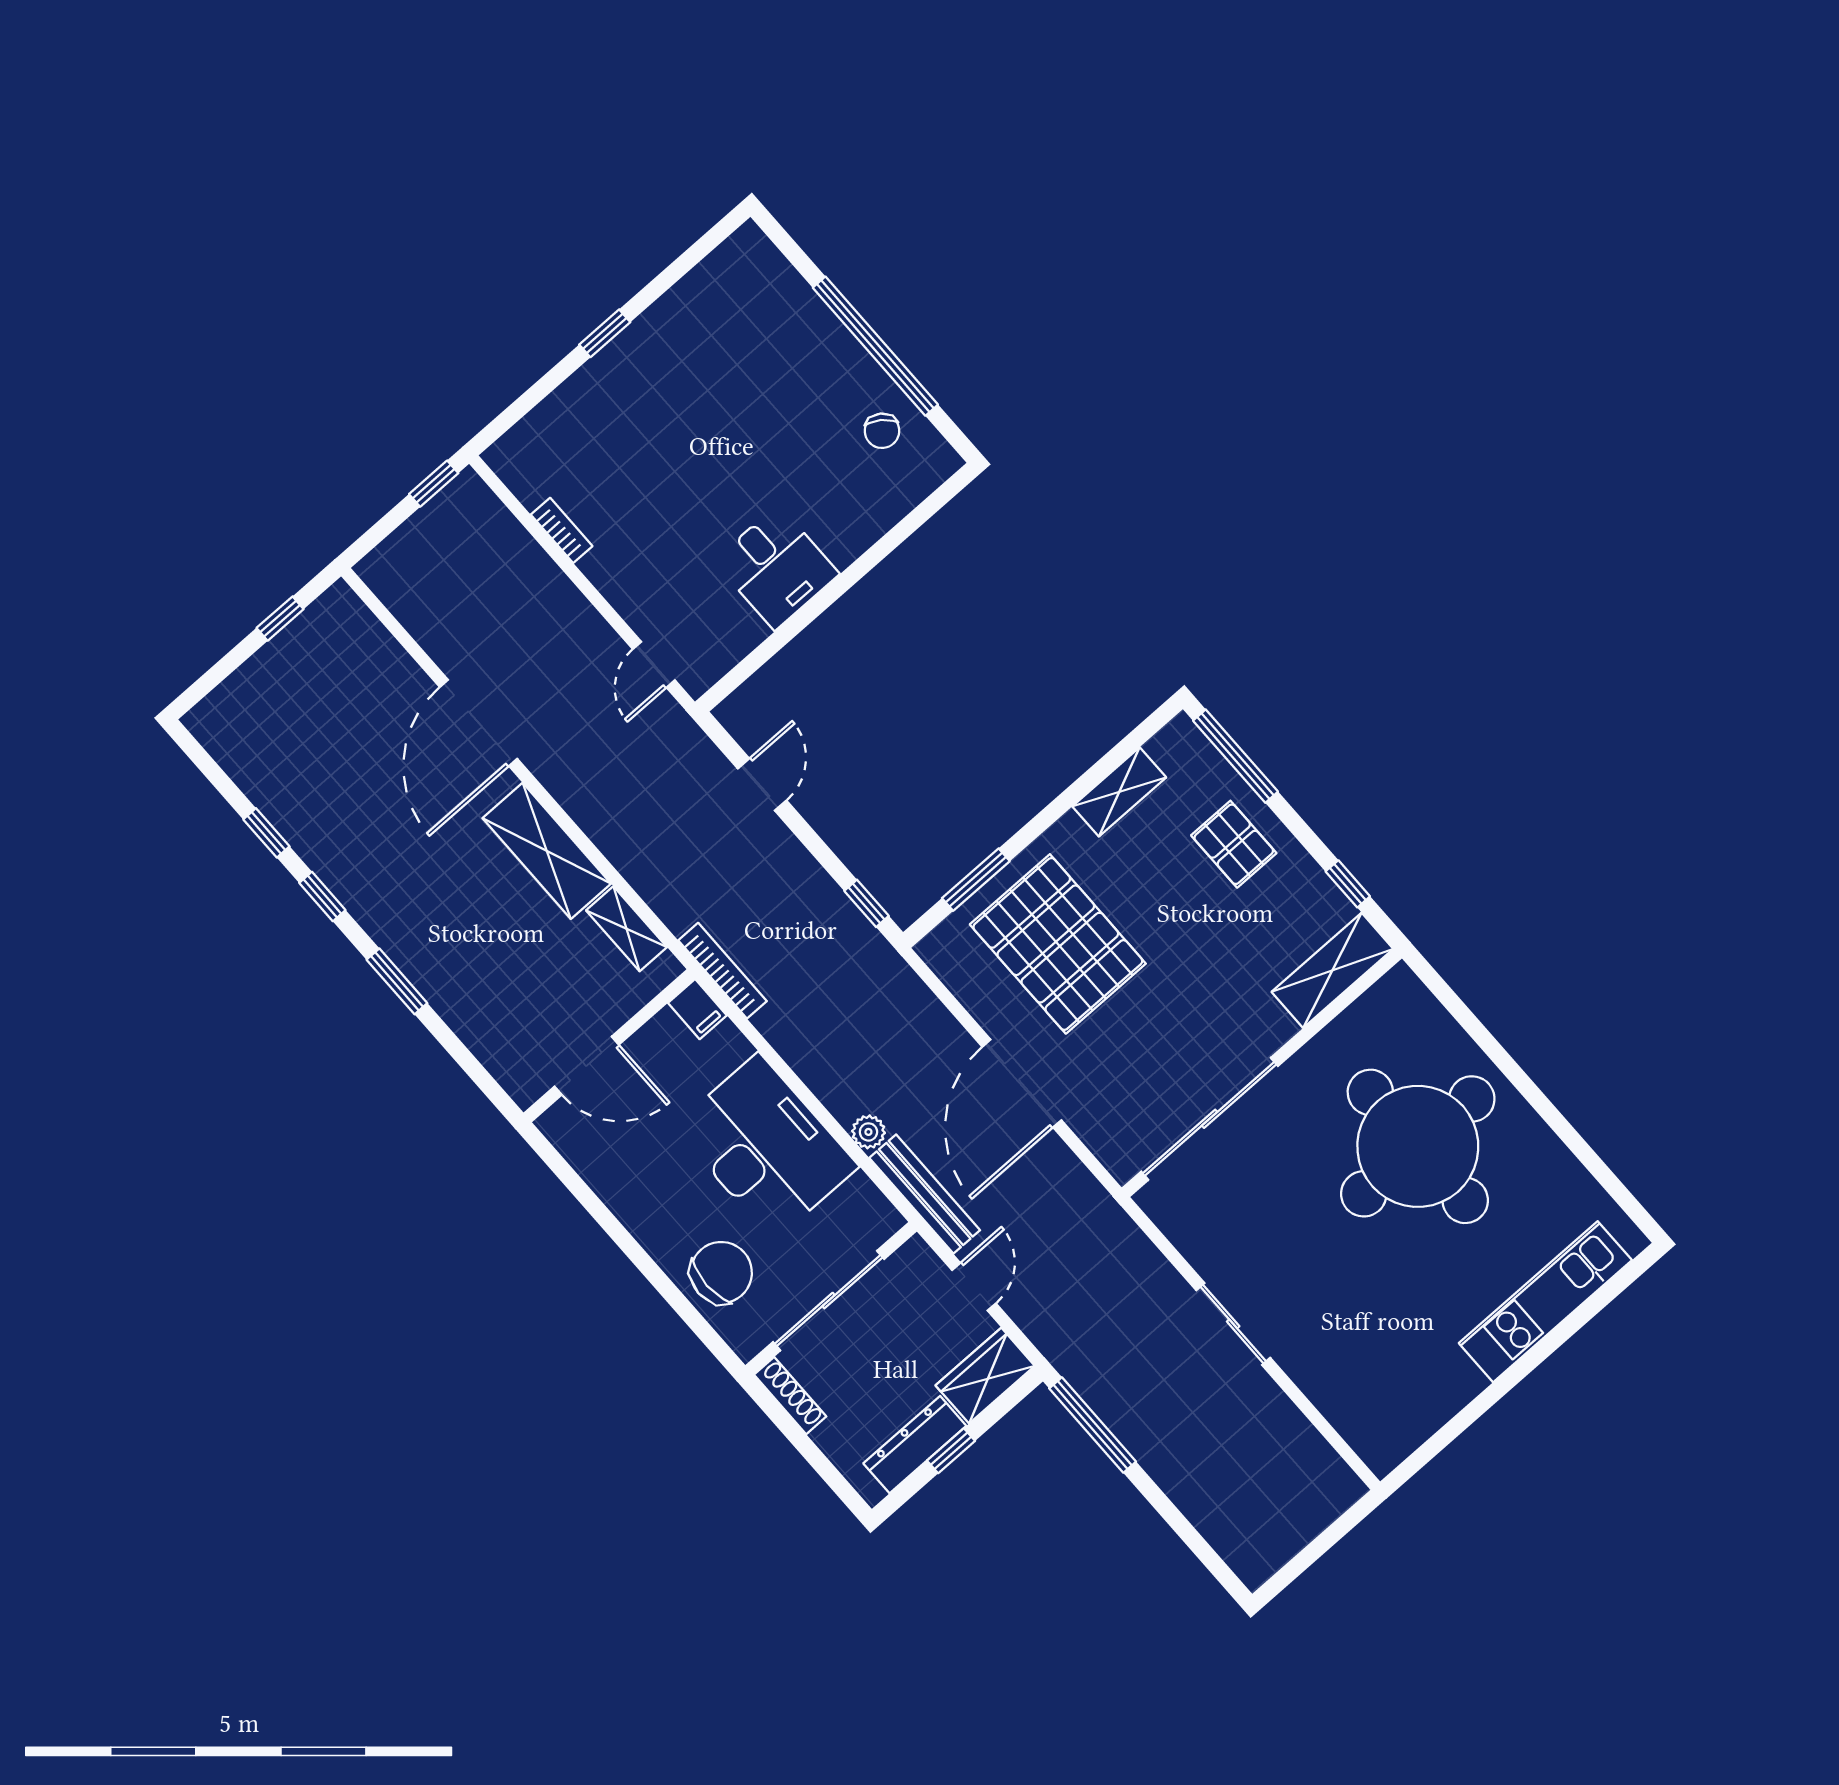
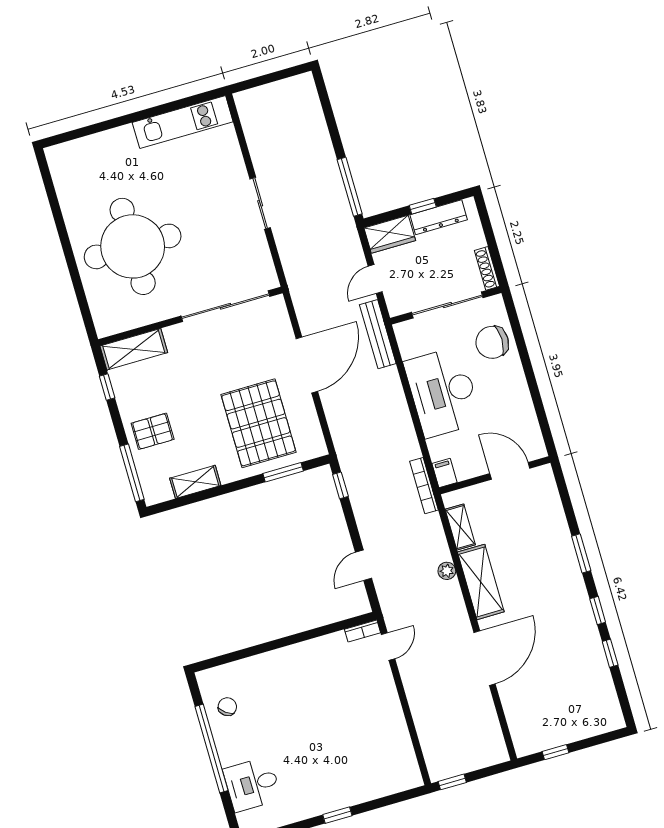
bookcase: (562, 530) -> (363, 631), moved, turned -90
desk: (776, 567) -> (252, 784), moved, turned -90
pallet: (1234, 844) -> (153, 431), turned 90
plant: (868, 1132) -> (447, 571), moved
kitchen unit: (1545, 1302) -> (183, 122), moved

